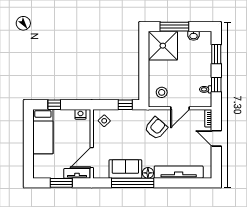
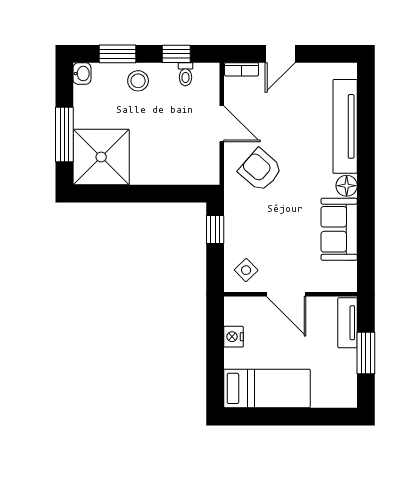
washbasin: (194, 36) -> (82, 74), moved
stool: (162, 92) -> (138, 81), moved
window: (54, 105) -> (215, 366), removed
nightstand: (80, 114) -> (234, 337), moved
door: (92, 158) -> (286, 294), moved
window: (133, 183) -> (366, 215), removed

